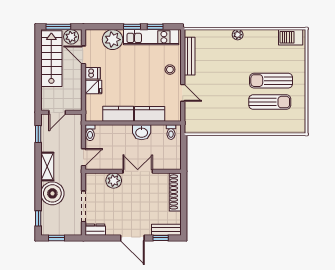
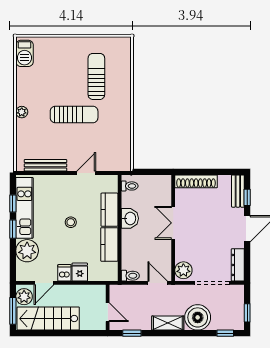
stool: (170, 70) -> (71, 222), moved
sun lounger: (271, 81) -> (74, 114), moved, turned -90
plant: (114, 181) -> (183, 270), moved
dresser: (95, 230) -> (238, 265), width x1.44

